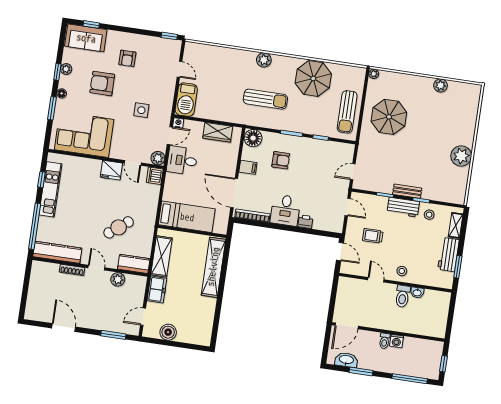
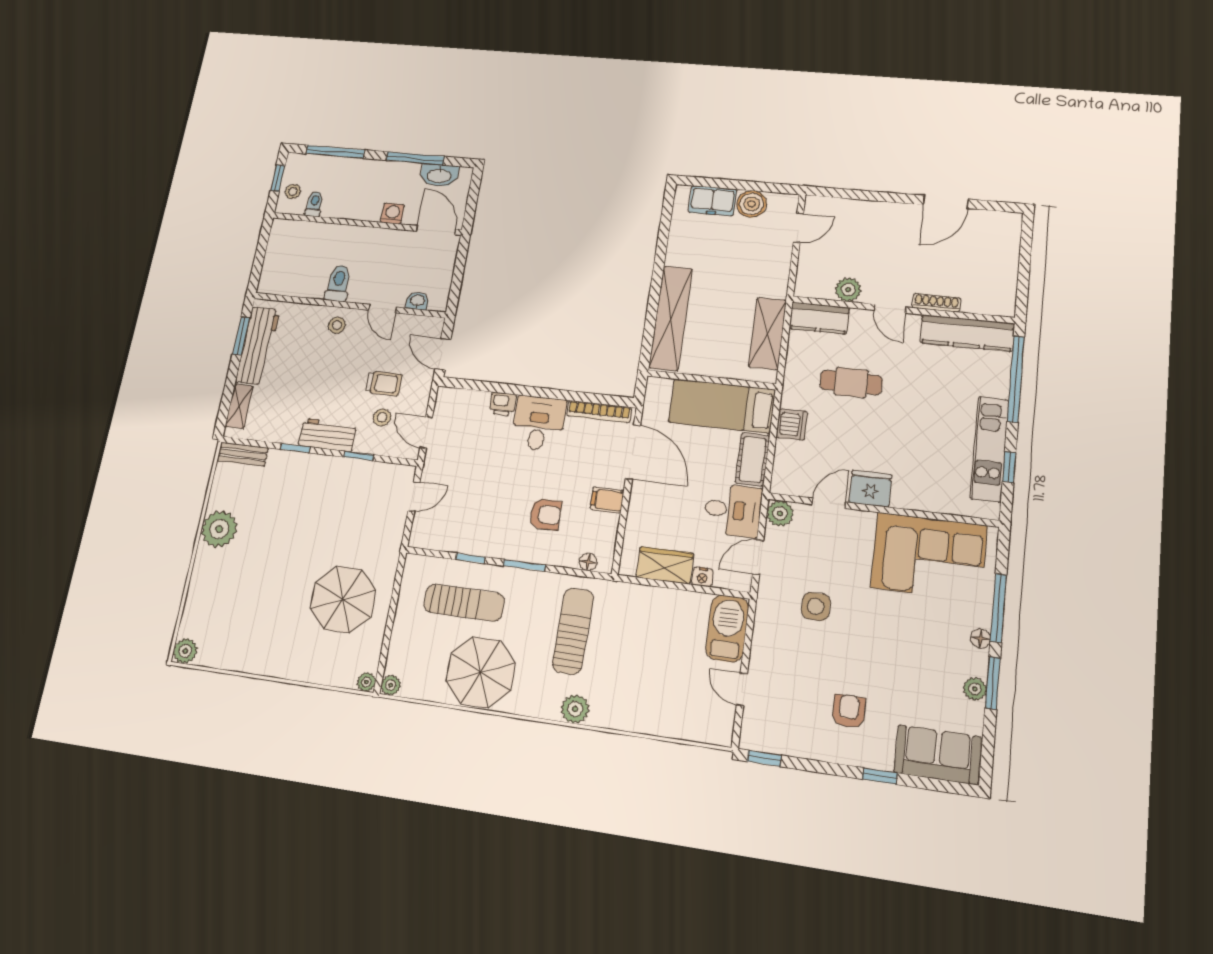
window: (91, 24) -> (880, 776), moved
window: (57, 72) -> (993, 683), width x1.50
plant: (361, 72) -> (391, 685), added
armchair: (102, 84) -> (898, 659), removed
plant: (441, 85) -> (185, 651), moved
sun lounger: (265, 99) -> (573, 631), turned 91
window: (52, 108) -> (998, 608), width x1.44
sun lounger: (347, 112) -> (464, 603), moved, turned 90
nightstand: (178, 123) -> (702, 577), moved
floor lamp: (253, 138) -> (588, 562), width x0.53, depth x0.53
armchair: (281, 160) -> (545, 514), turned 180
door: (133, 163) -> (829, 503), hinge flipped
dishwasher: (155, 176) -> (792, 424), moved
cot: (171, 187) -> (752, 459), added
bench: (407, 191) -> (243, 454), moved
stool: (429, 215) -> (382, 417), moved
cafe table: (119, 227) -> (851, 382), turned 38
workbench: (448, 255) -> (258, 346), width x1.38
freezer: (157, 290) -> (713, 201), moved, turned -90
washbasin: (417, 293) -> (417, 301), moved
door: (347, 326) -> (436, 230), hinge flipped
door: (64, 328) -> (946, 202), hinge flipped
window: (113, 335) -> (852, 194), removed
toilet: (384, 341) -> (314, 204), moved
washing machine: (397, 341) -> (392, 213), moved
stool: (434, 355) -> (293, 191), added
window: (361, 371) -> (415, 158), width x1.44

